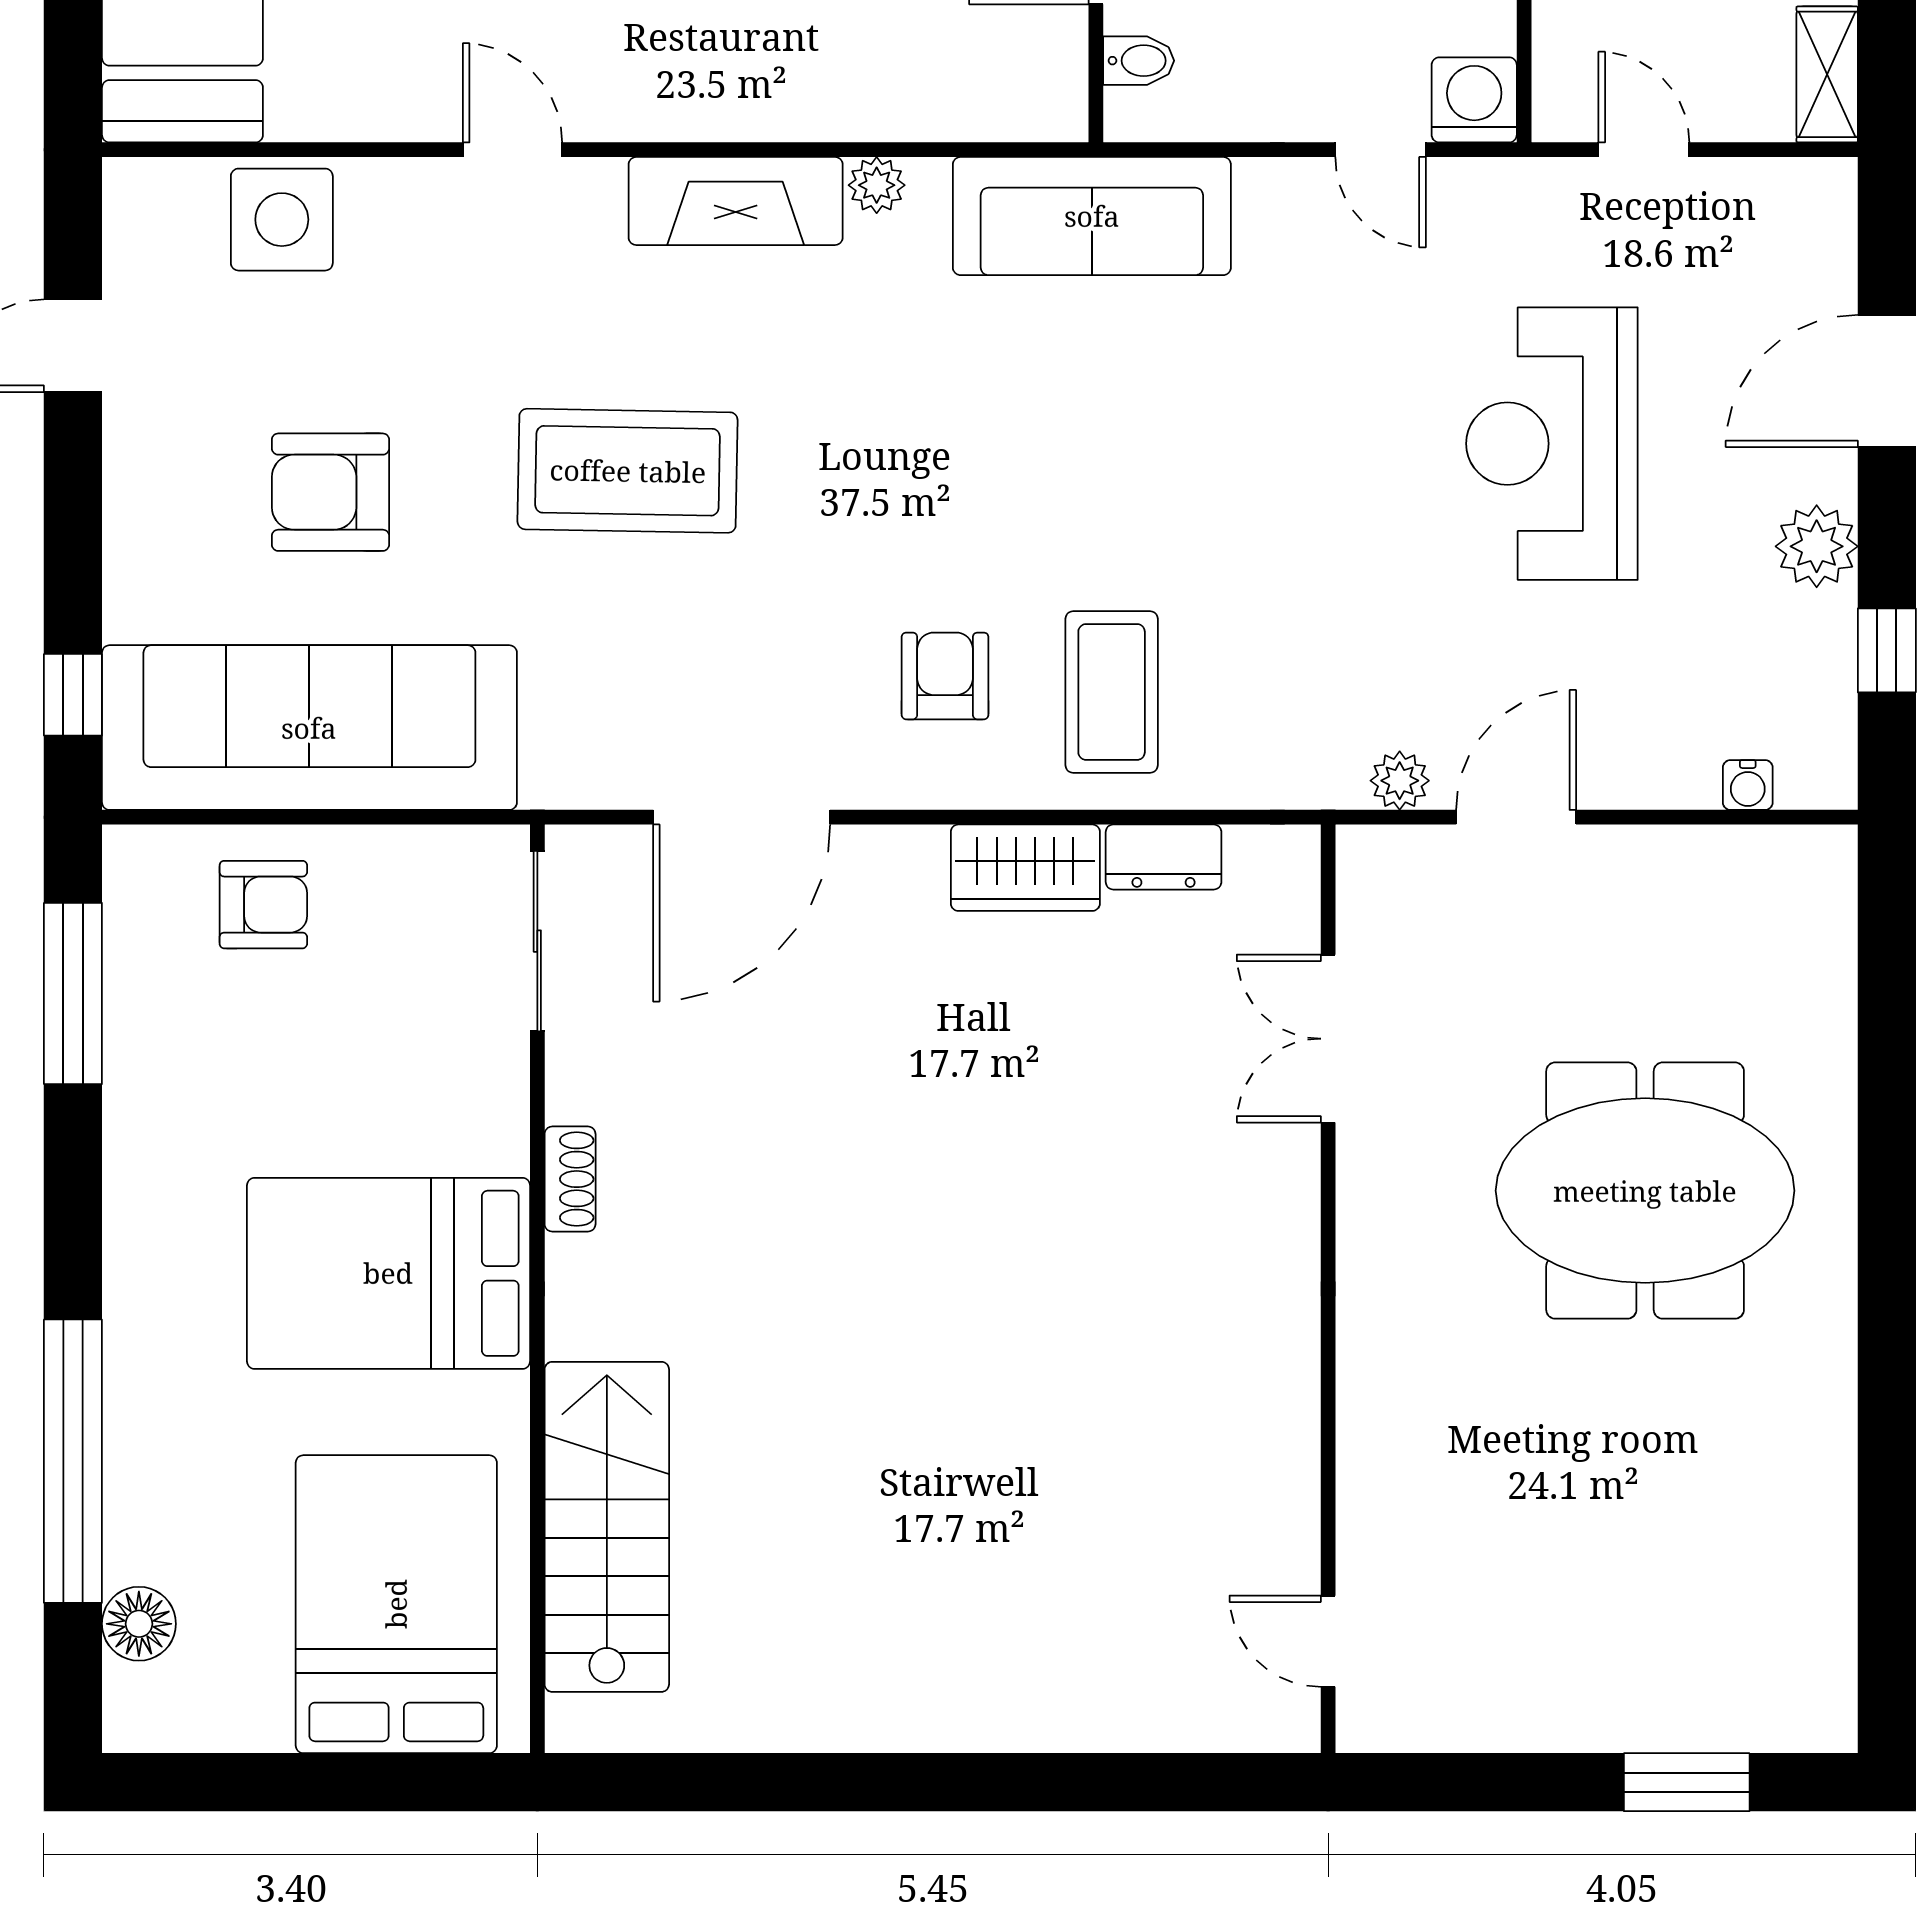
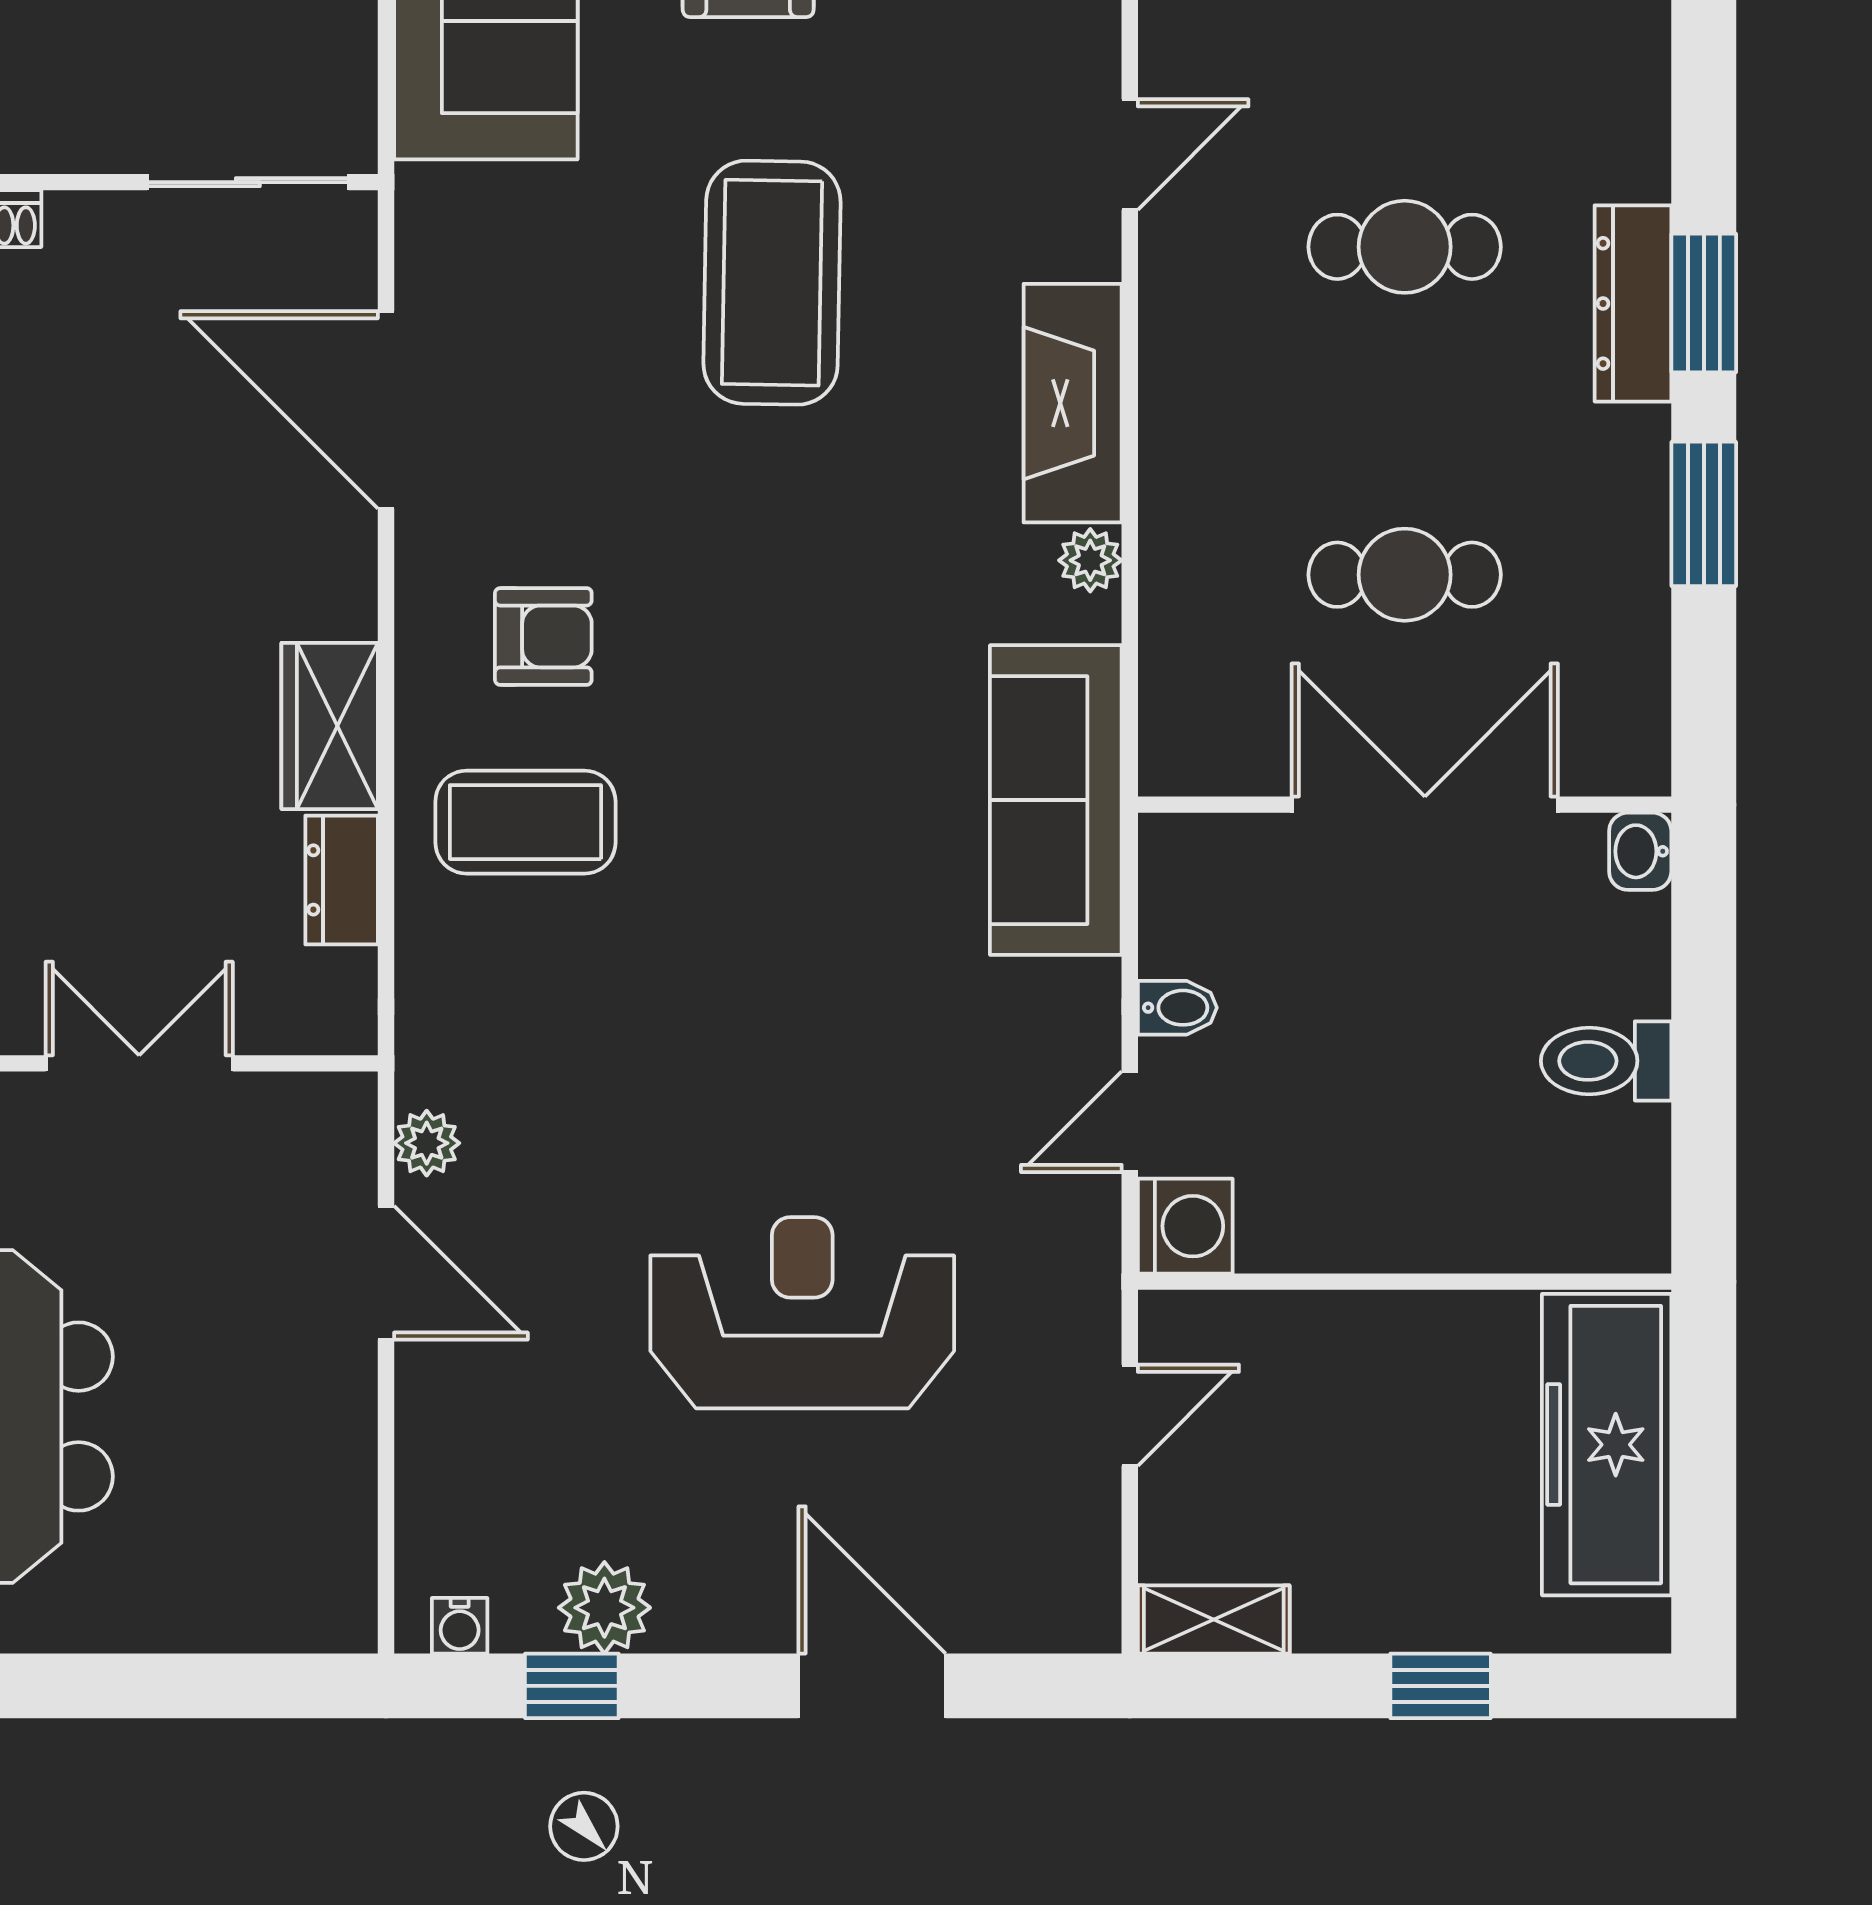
bidet: (1139, 61) -> (1177, 1008), moved, turned -90
plant: (1817, 546) -> (604, 1608), moved
water cooler: (1748, 785) -> (460, 1626), moved, turned -90

